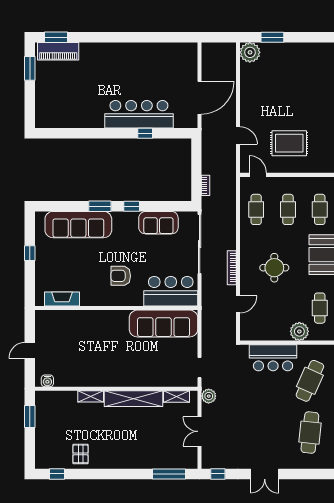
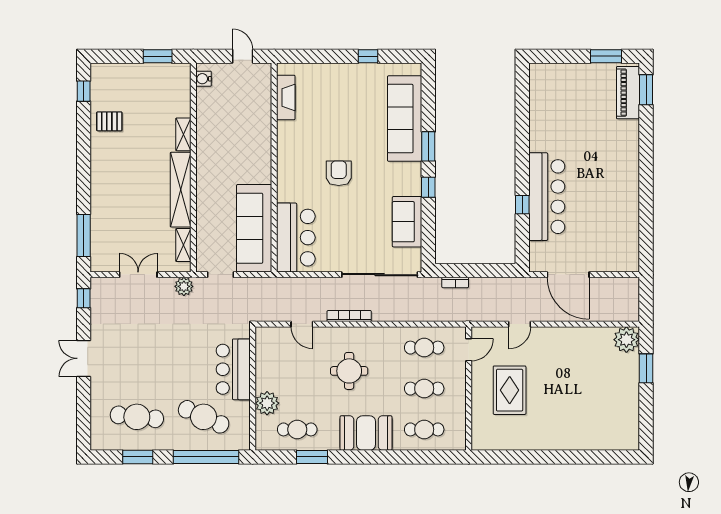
bar counter: (171, 291) -> (296, 238), moved
fireplace: (62, 299) -> (286, 97), moved
wall: (116, 308) -> (274, 168), moved
sofa: (164, 324) -> (254, 228), moved

